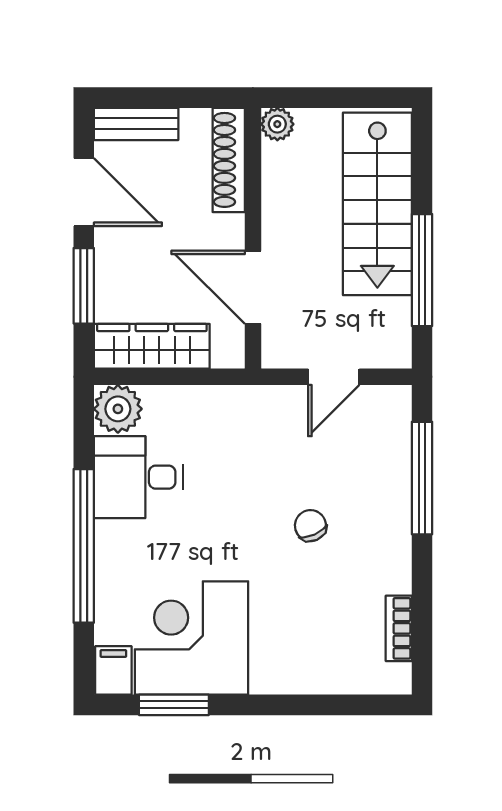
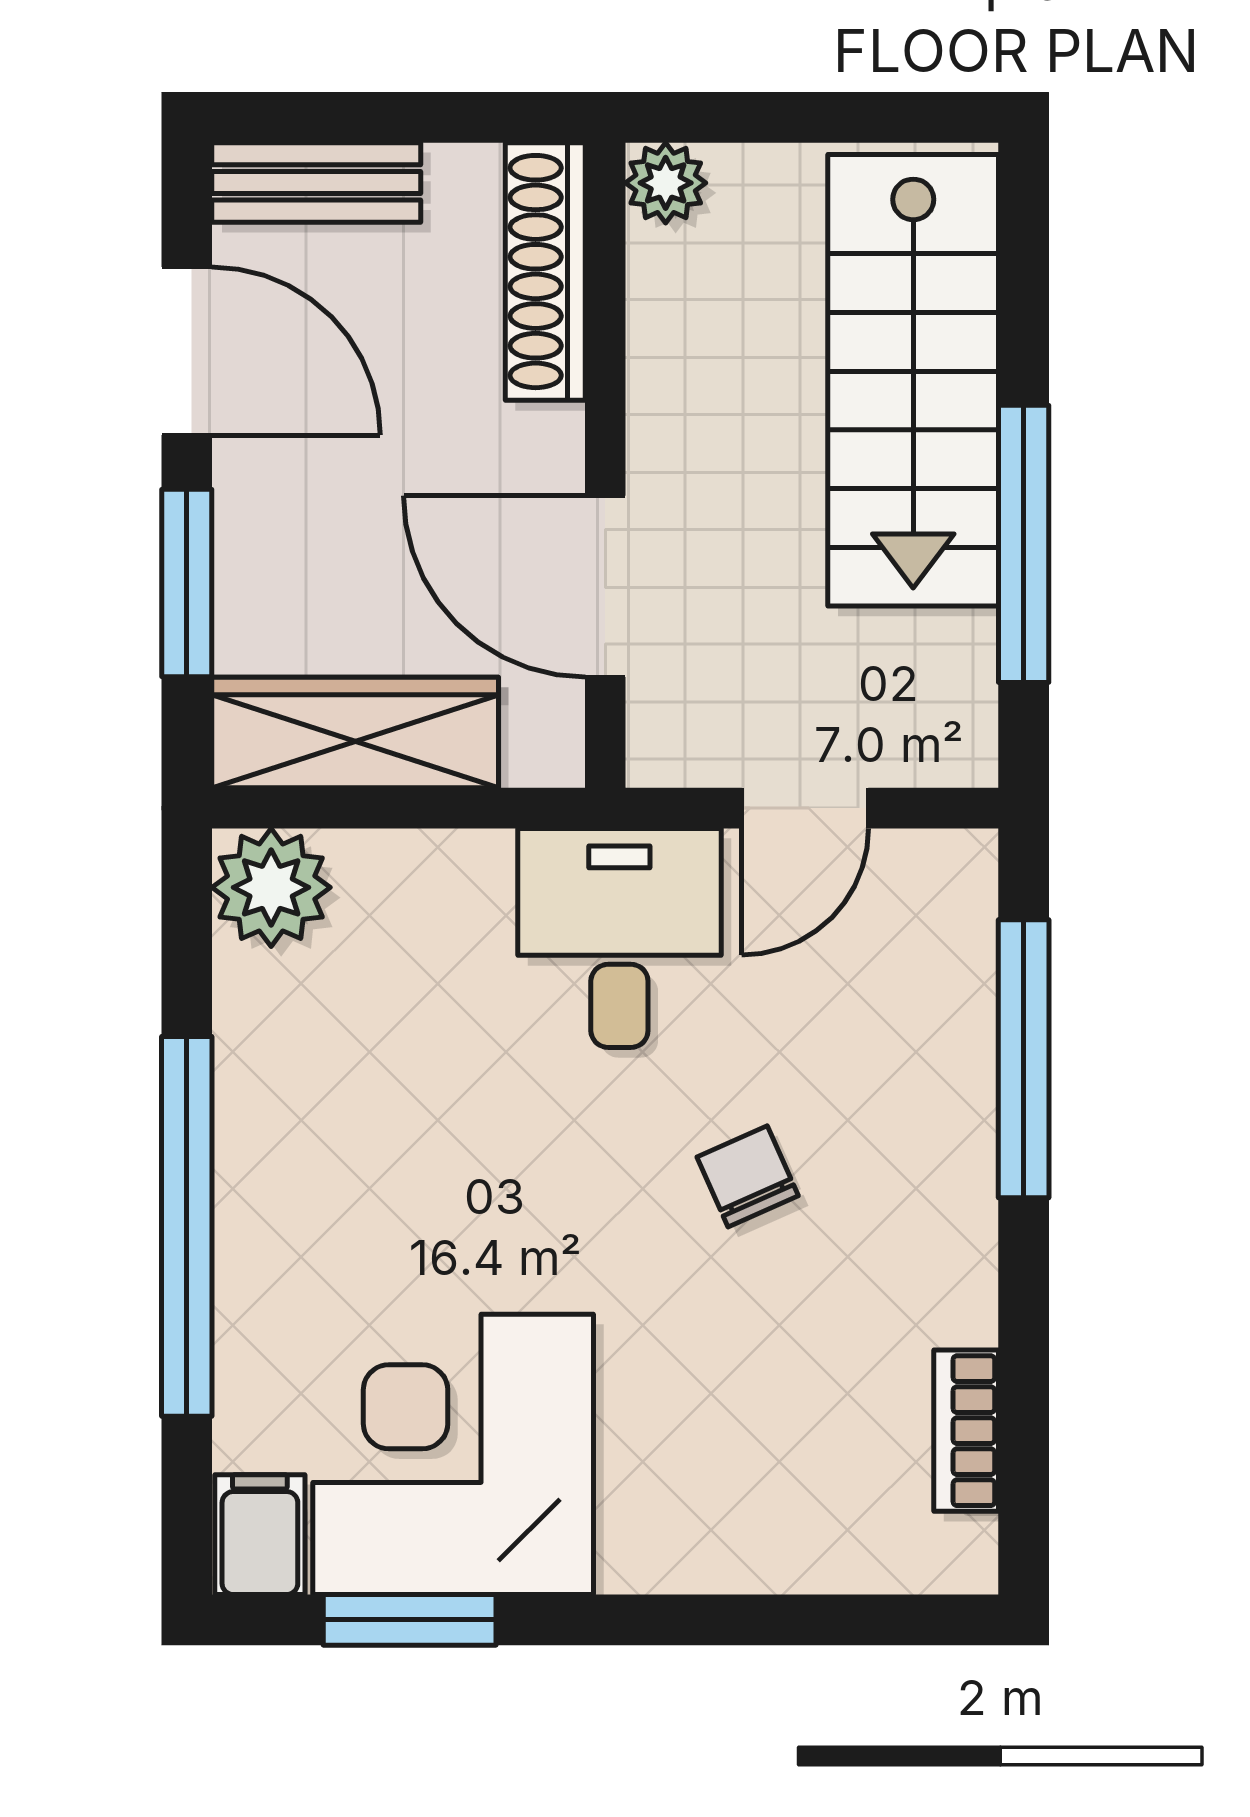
desk: (138, 477) -> (619, 938), moved, turned 90

